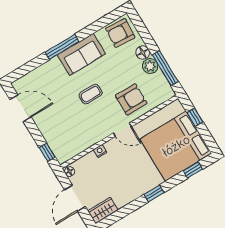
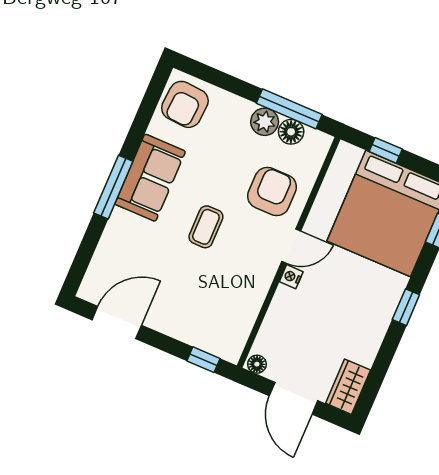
floor lamp: (143, 52) -> (291, 132), moved
nightstand: (100, 151) -> (291, 277), moved

